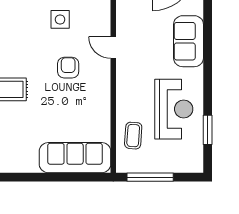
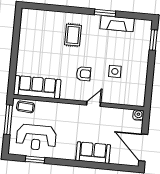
reception desk: (174, 109) -> (36, 137), moved
coffee table: (133, 136) -> (26, 107), moved
sofa: (75, 158) -> (37, 87), moved, turned -90

